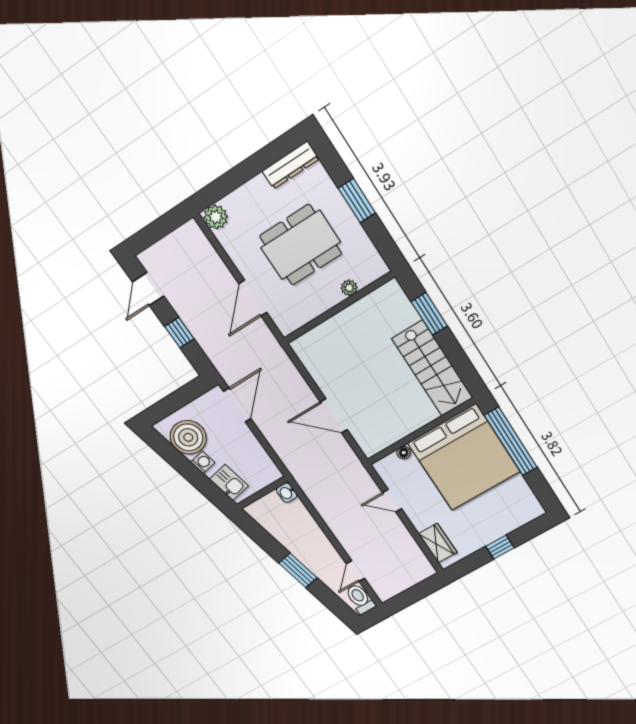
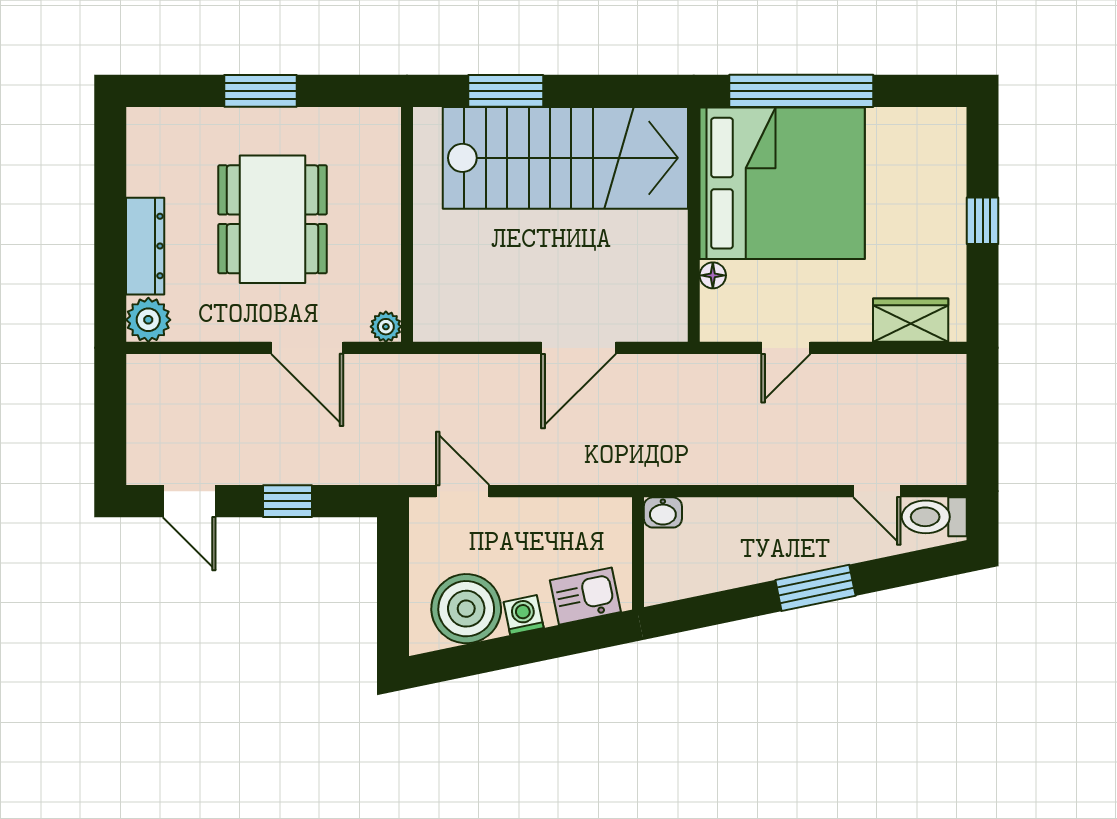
dresser: (291, 165) -> (145, 246), moved
plant: (349, 288) -> (386, 327), moved
stairs: (432, 368) -> (565, 158), width x1.36, depth x1.51
door: (237, 405) -> (463, 491), width x0.73

